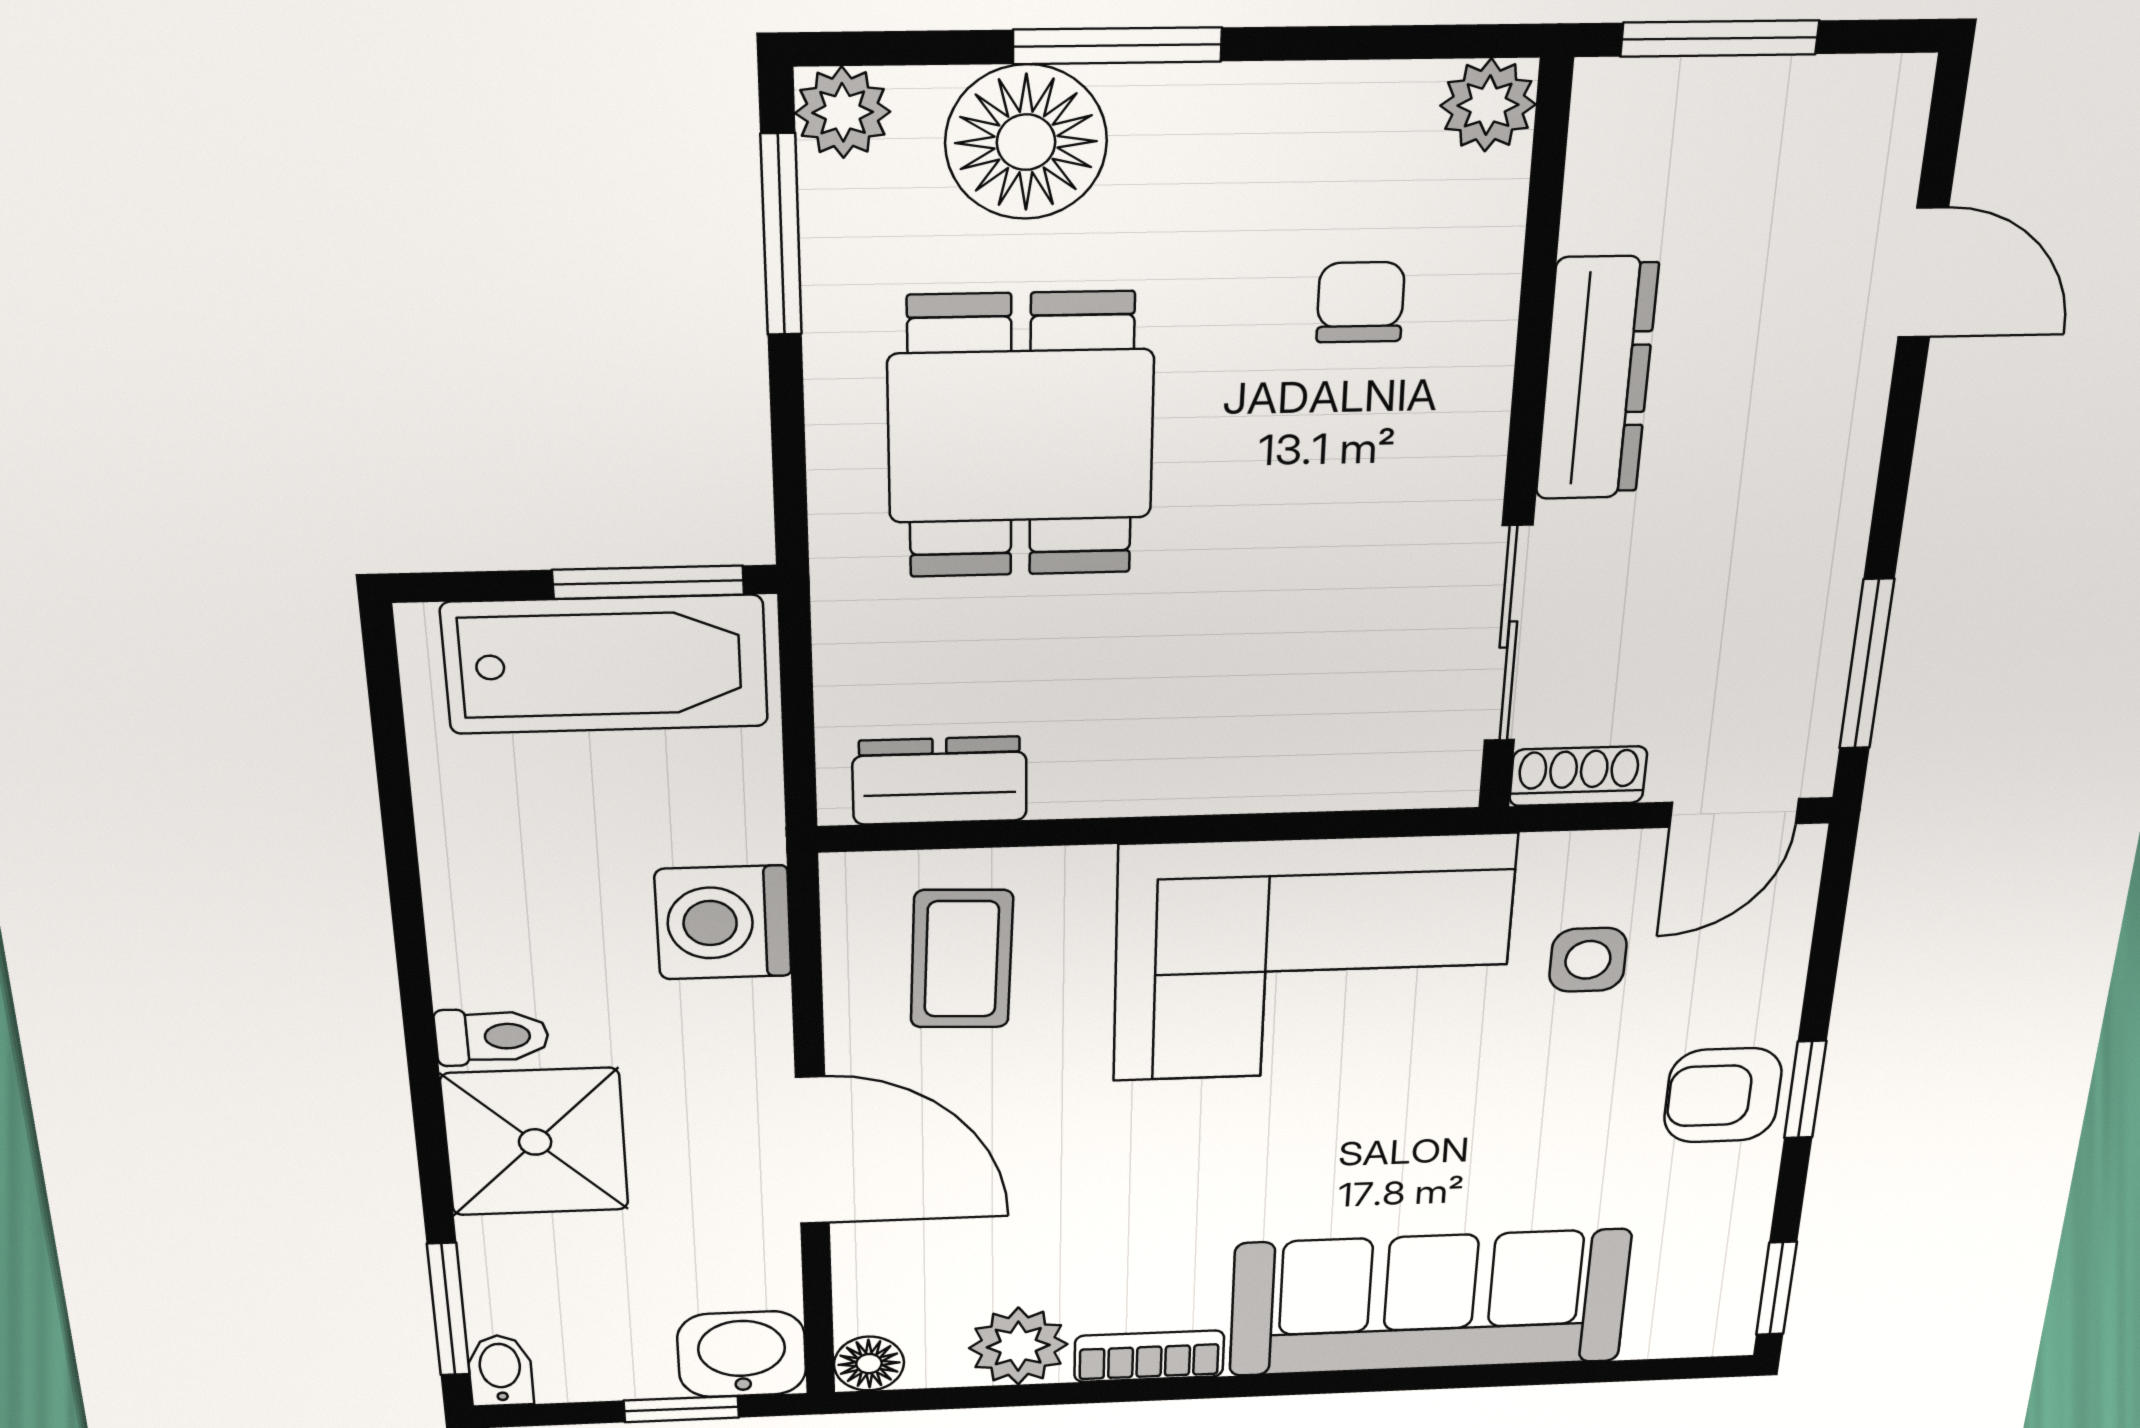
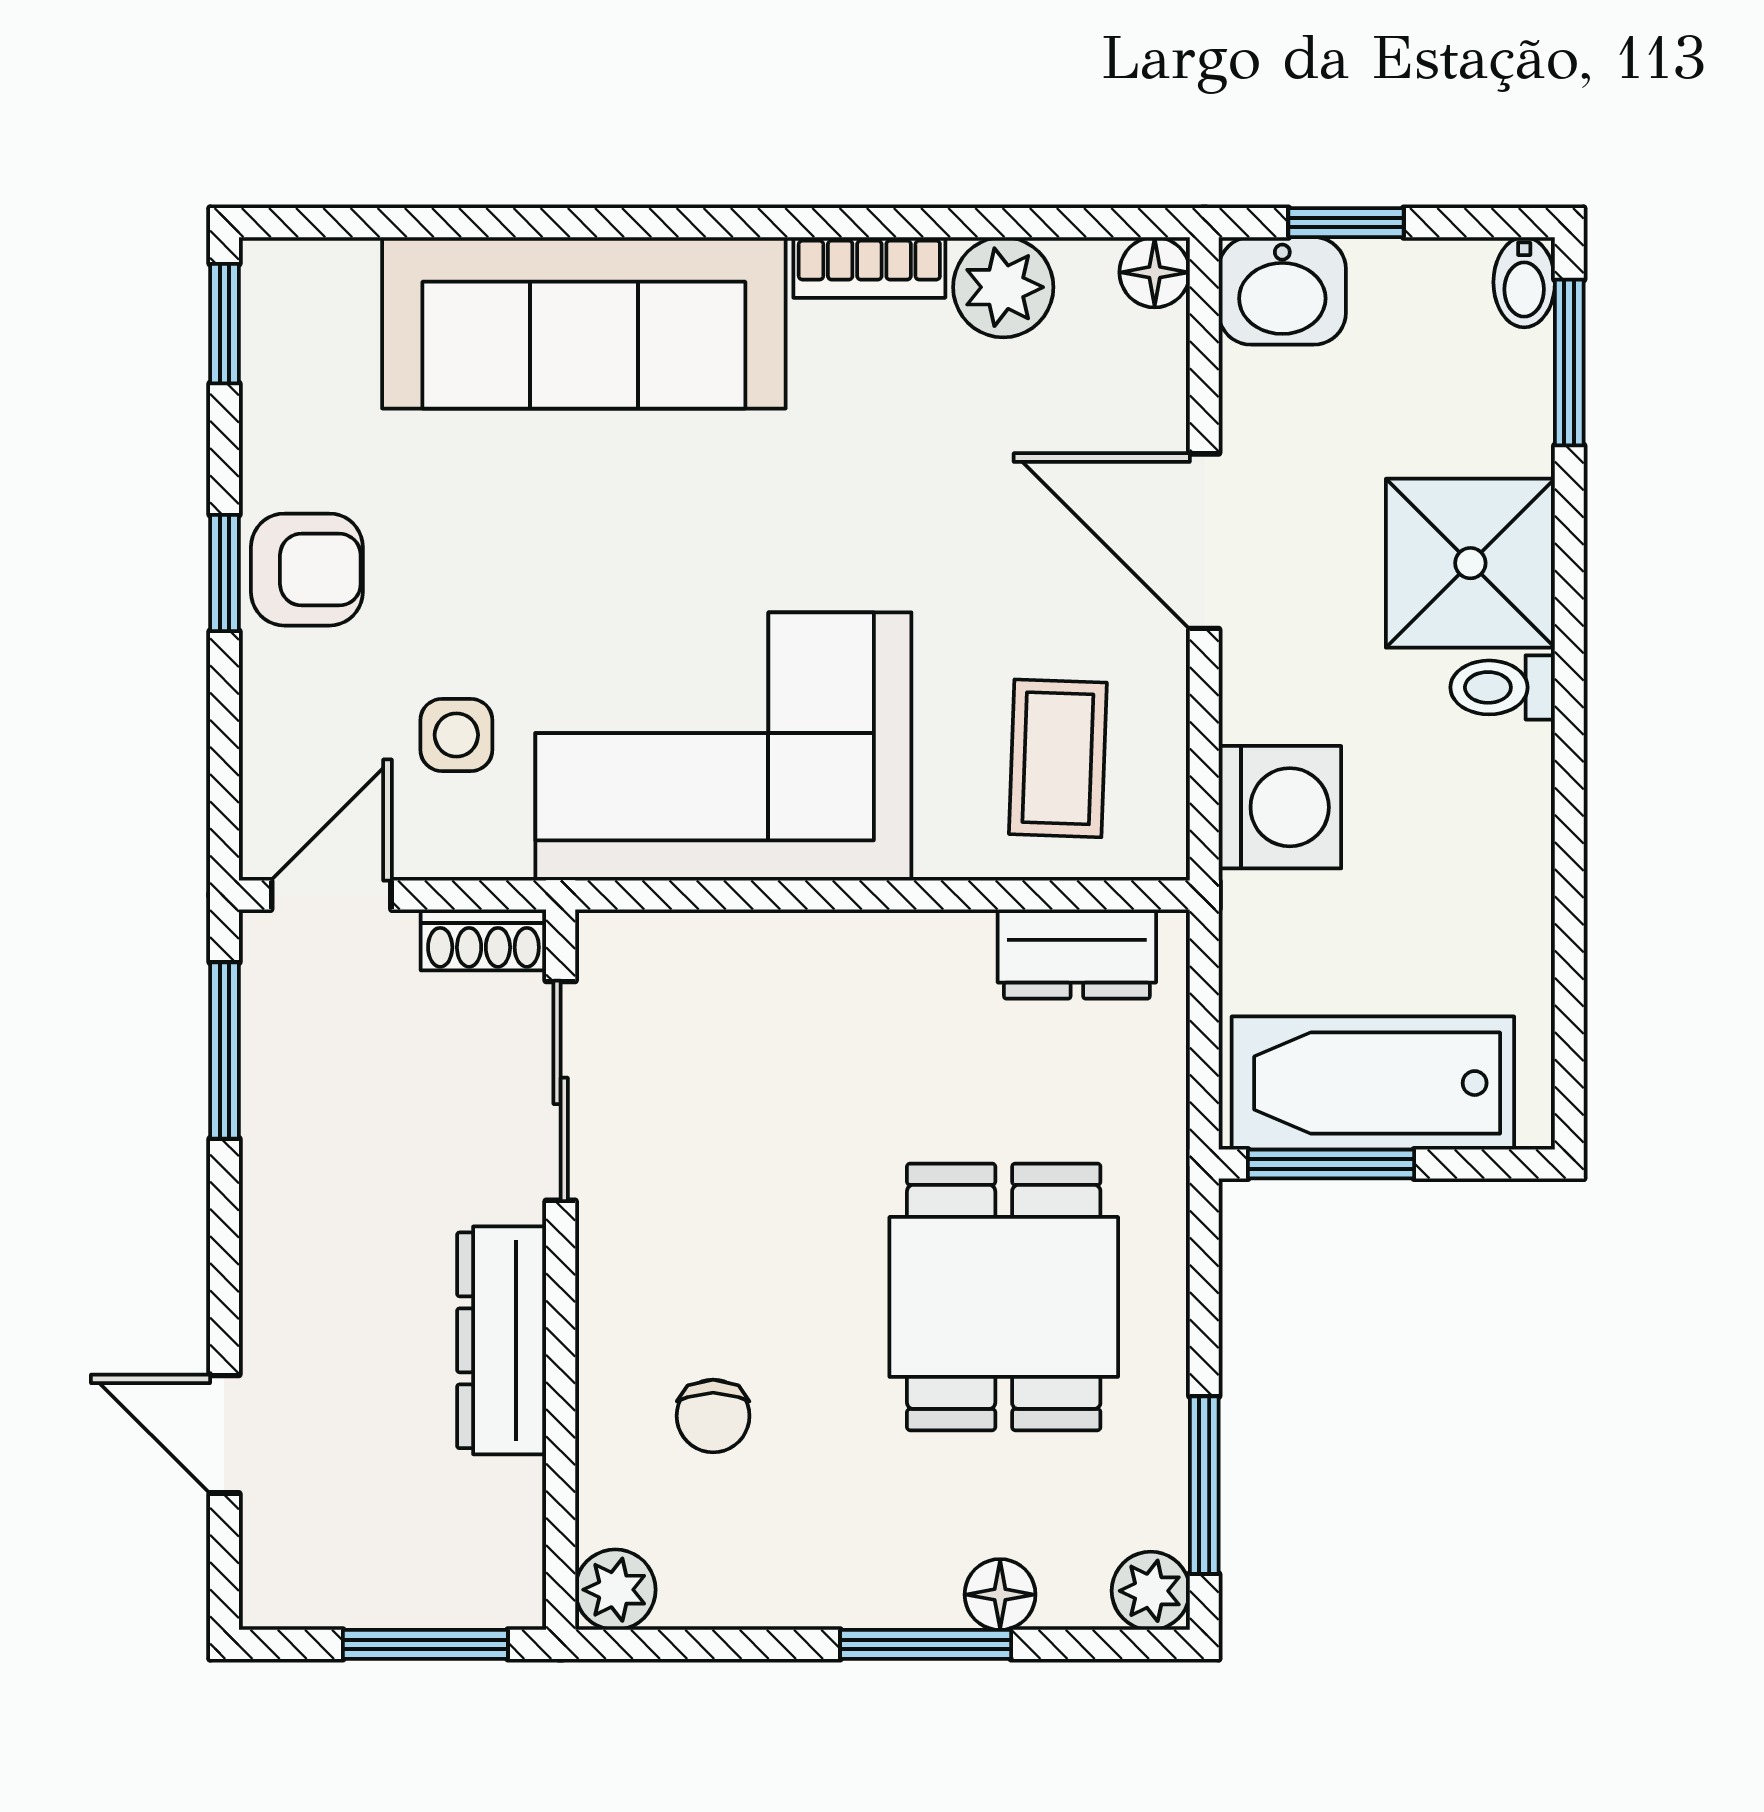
floor lamp: (1026, 142) -> (1000, 1595), width x0.53, depth x0.53

